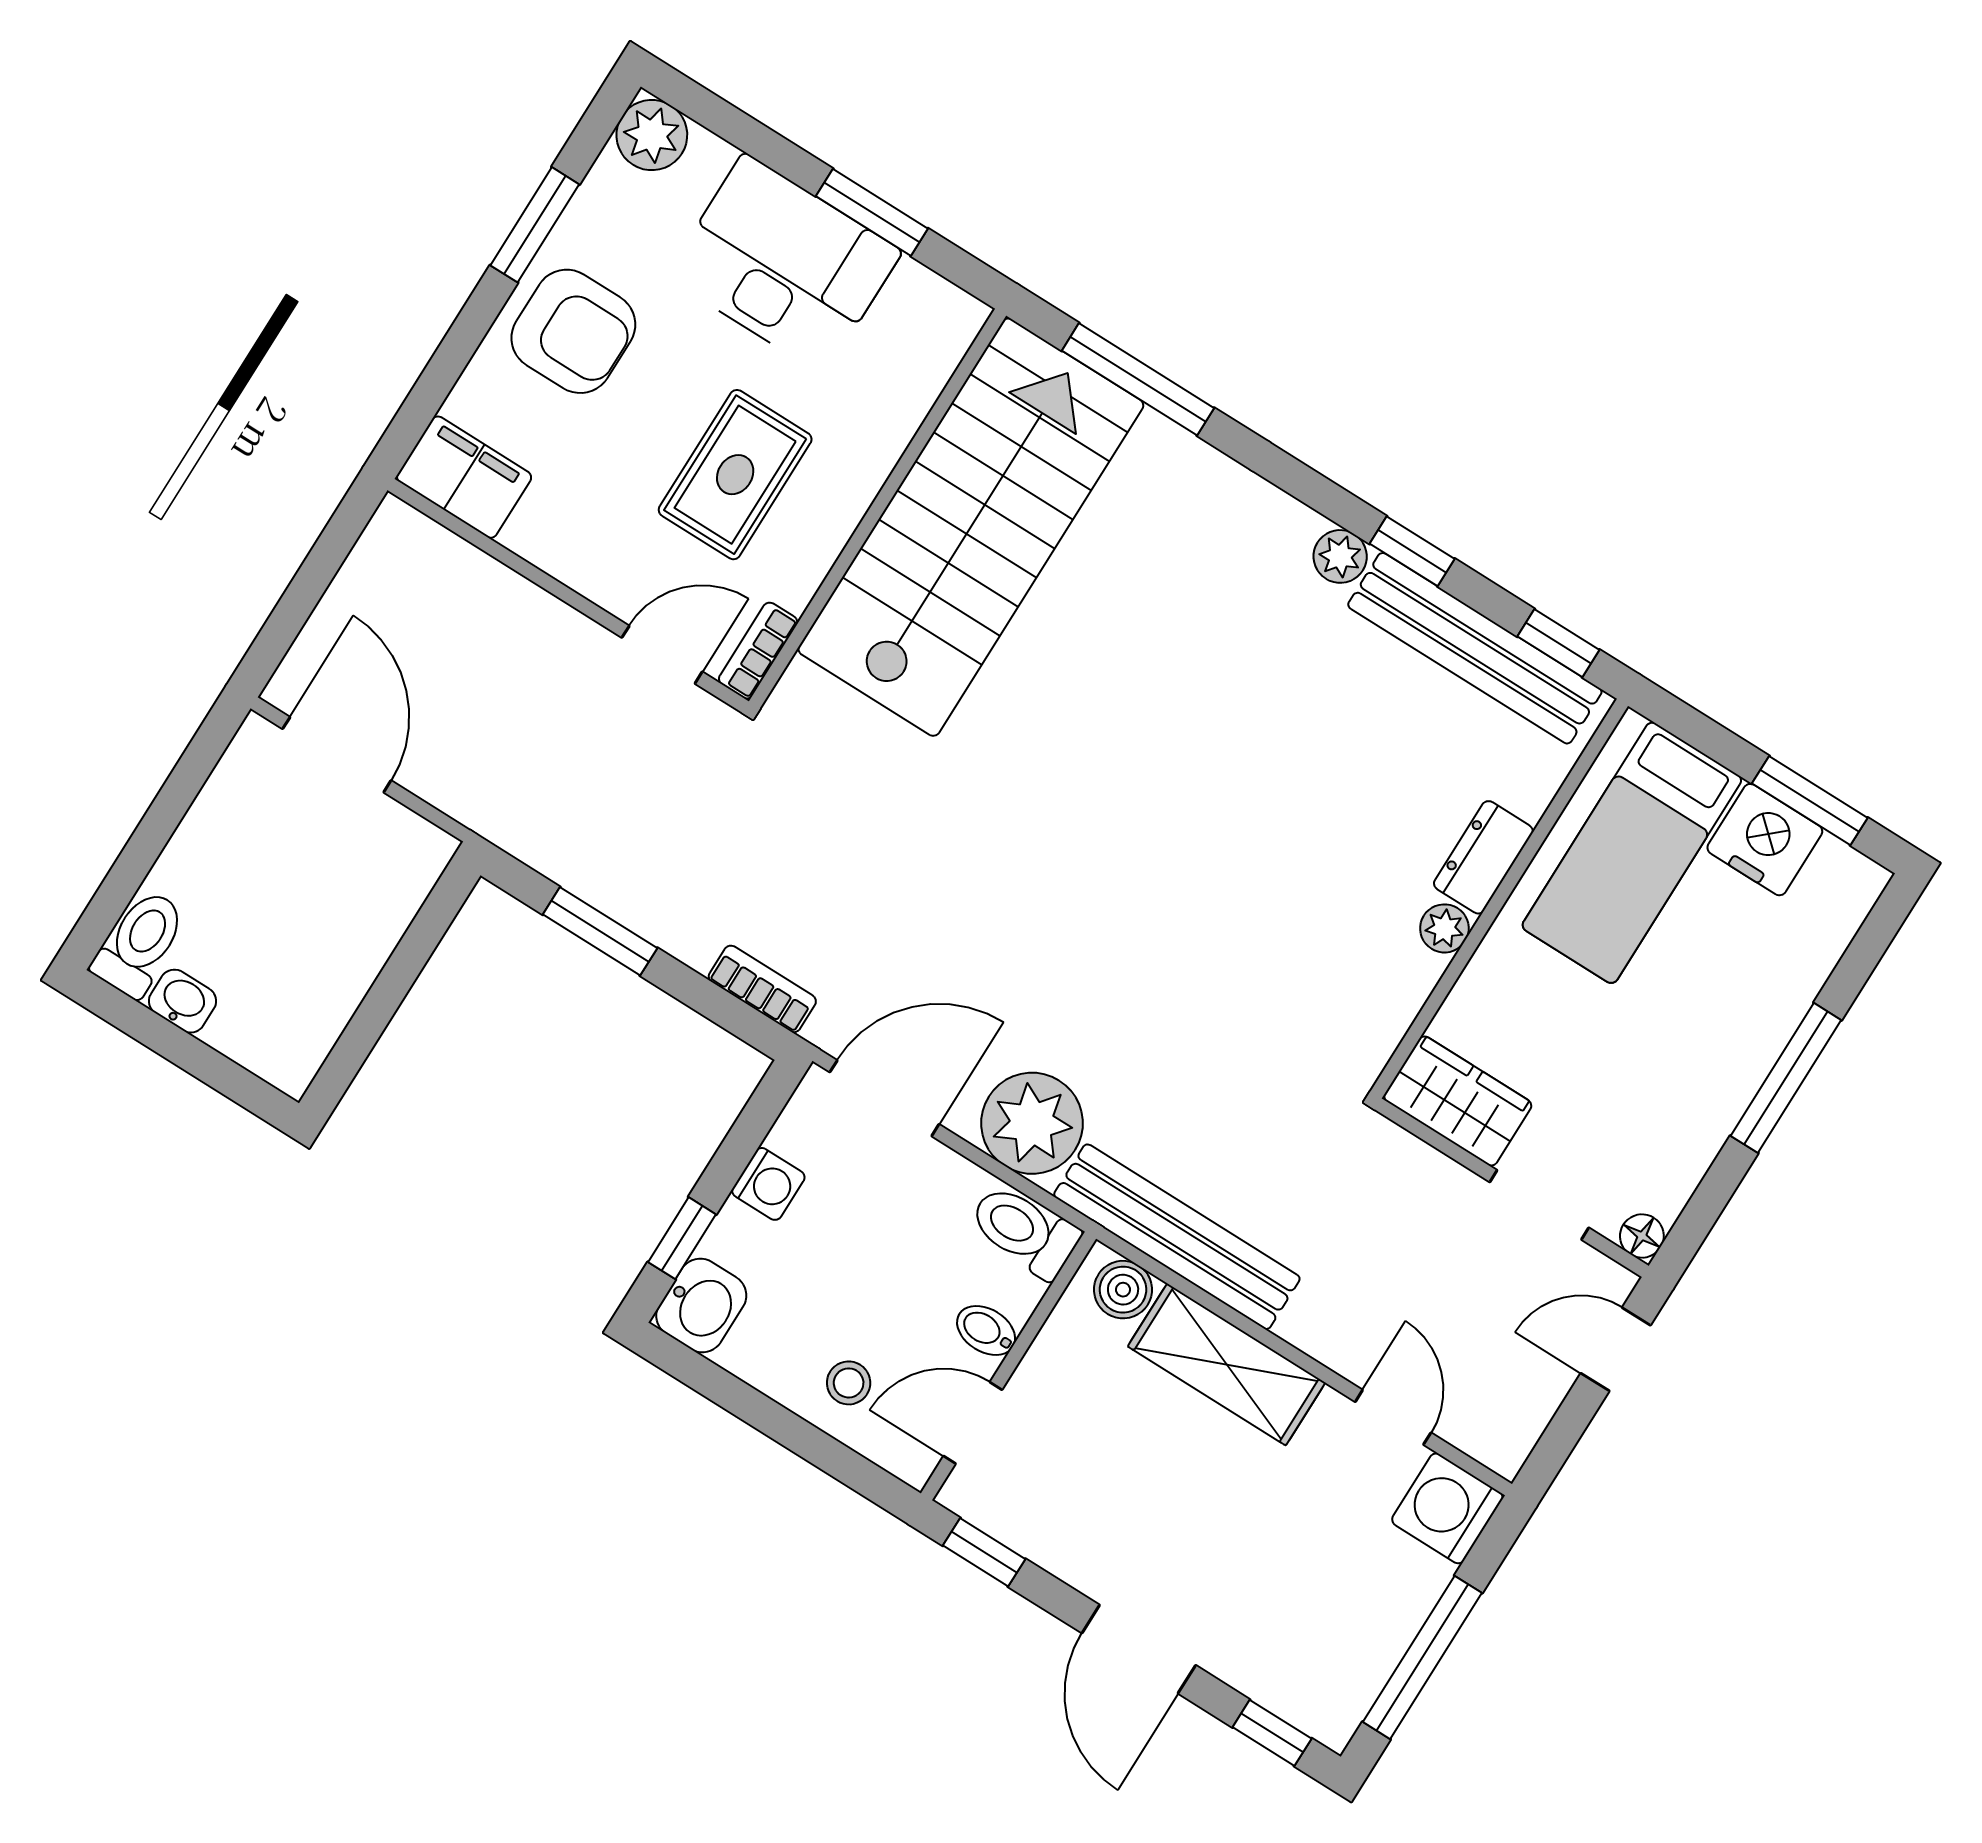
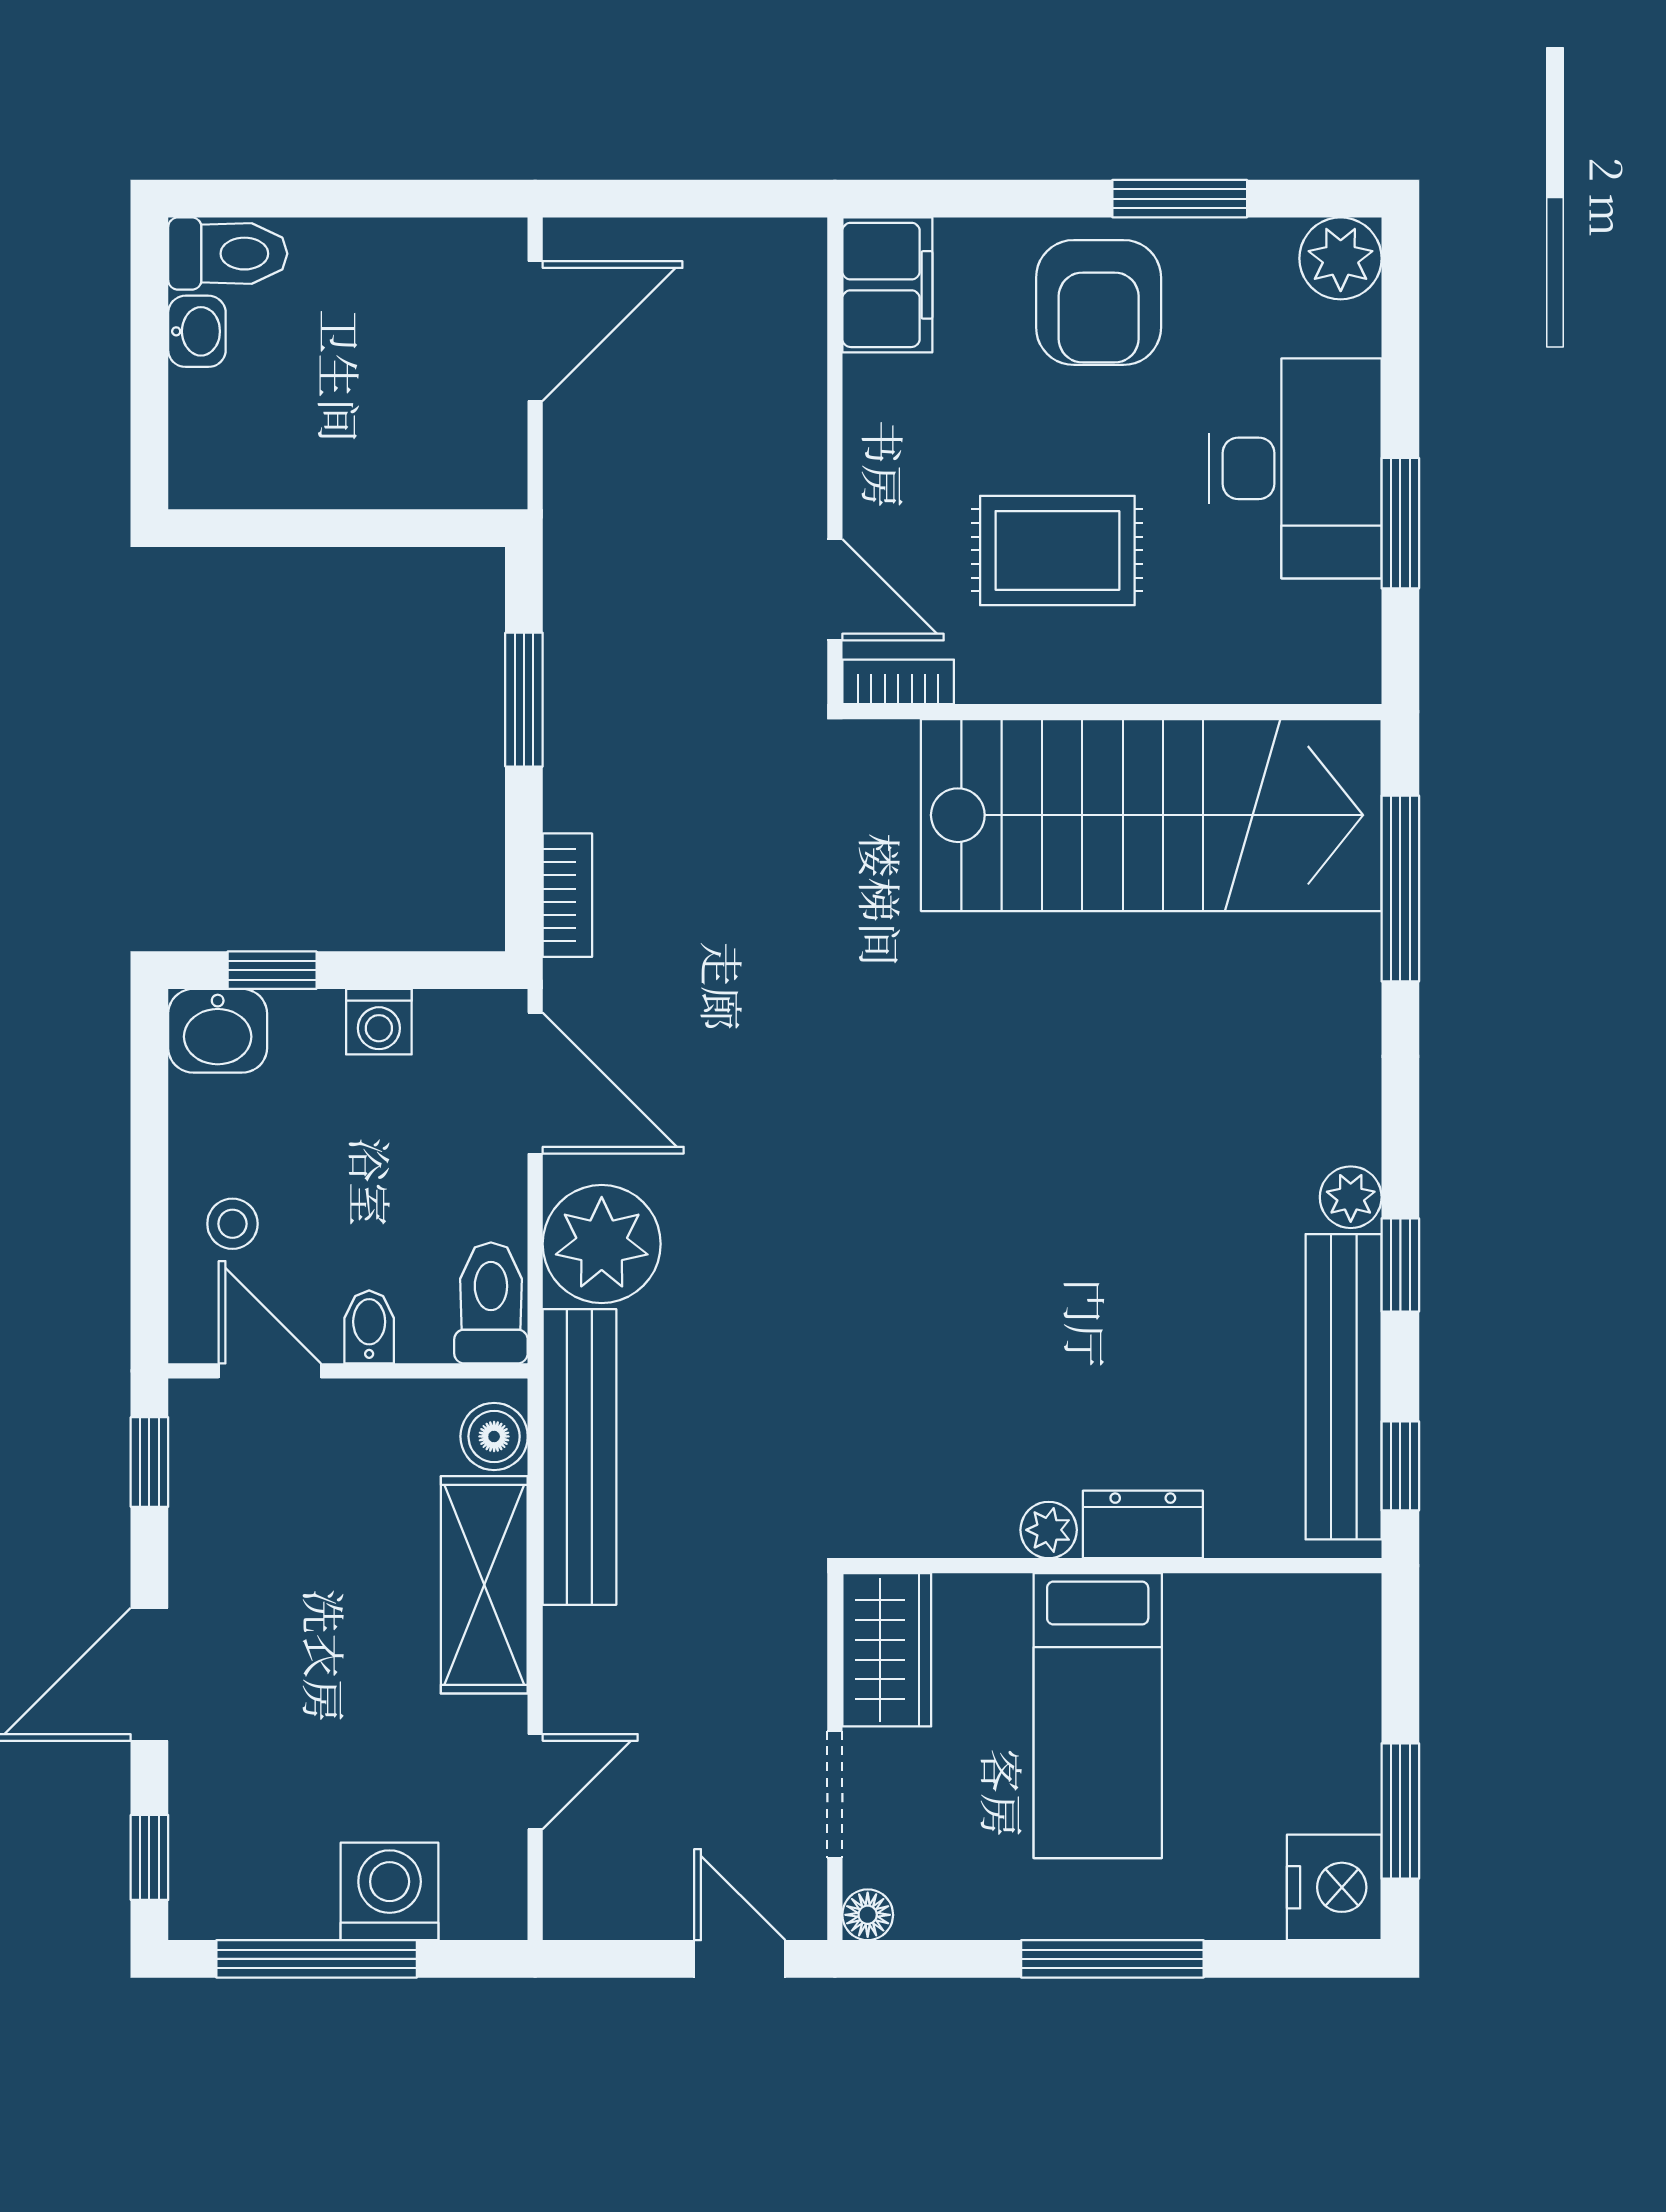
nightstand: (1765, 840) -> (1334, 1887), moved
bed: (1632, 853) -> (1098, 1716), moved, turned -90
washing machine: (1447, 1508) -> (390, 1891), moved

